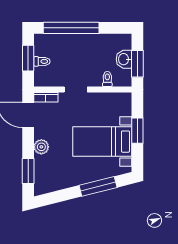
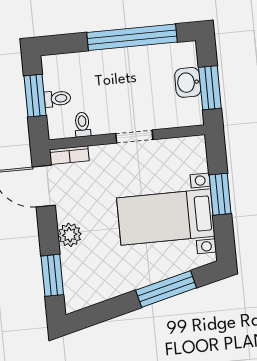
window: (71, 28) -> (132, 37), moved
toilet: (107, 79) -> (82, 125), moved
doorway: (76, 90) -> (134, 136), moved

